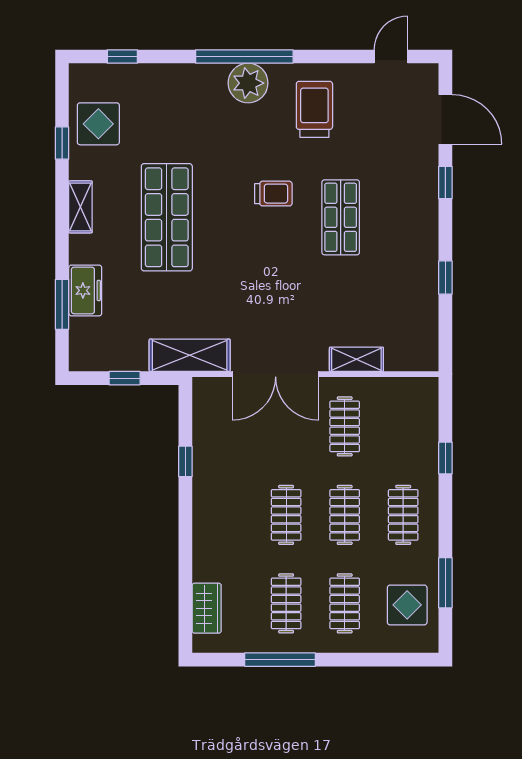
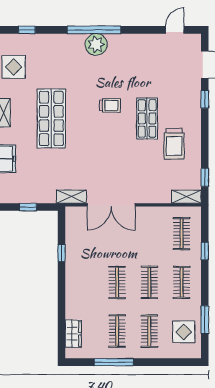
trolley: (314, 109) -> (174, 144), moved, turned 180
window: (445, 278) -> (205, 177), moved
shelving: (190, 355) -> (71, 197), width x0.67, depth x0.75
shelving: (356, 359) -> (186, 197), moved
clothes rail: (345, 426) -> (182, 234), moved

